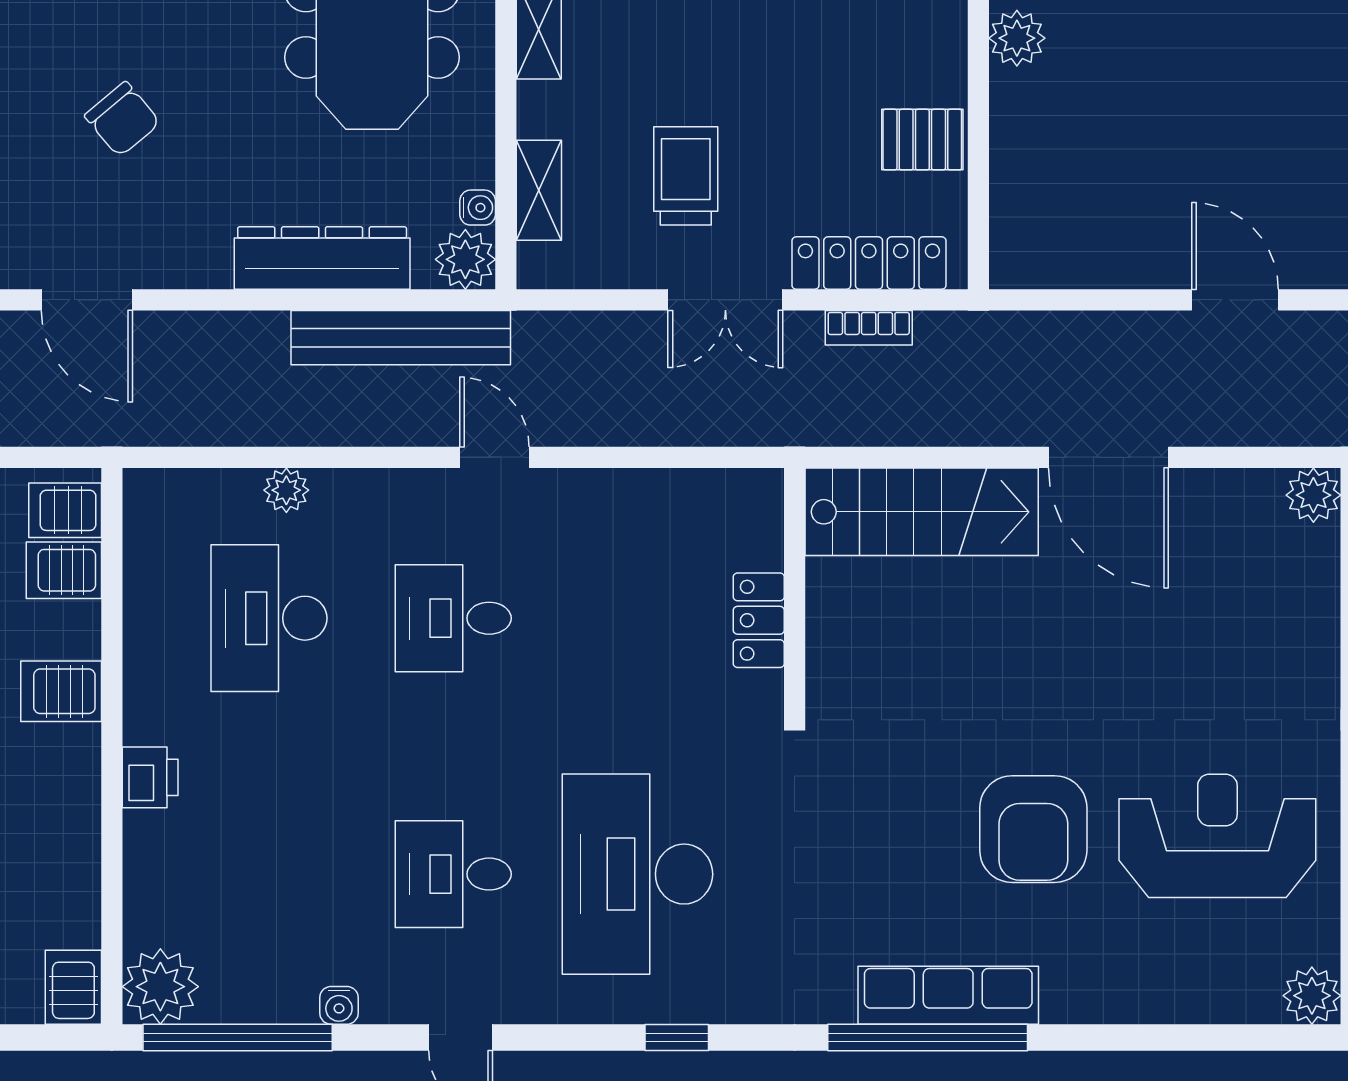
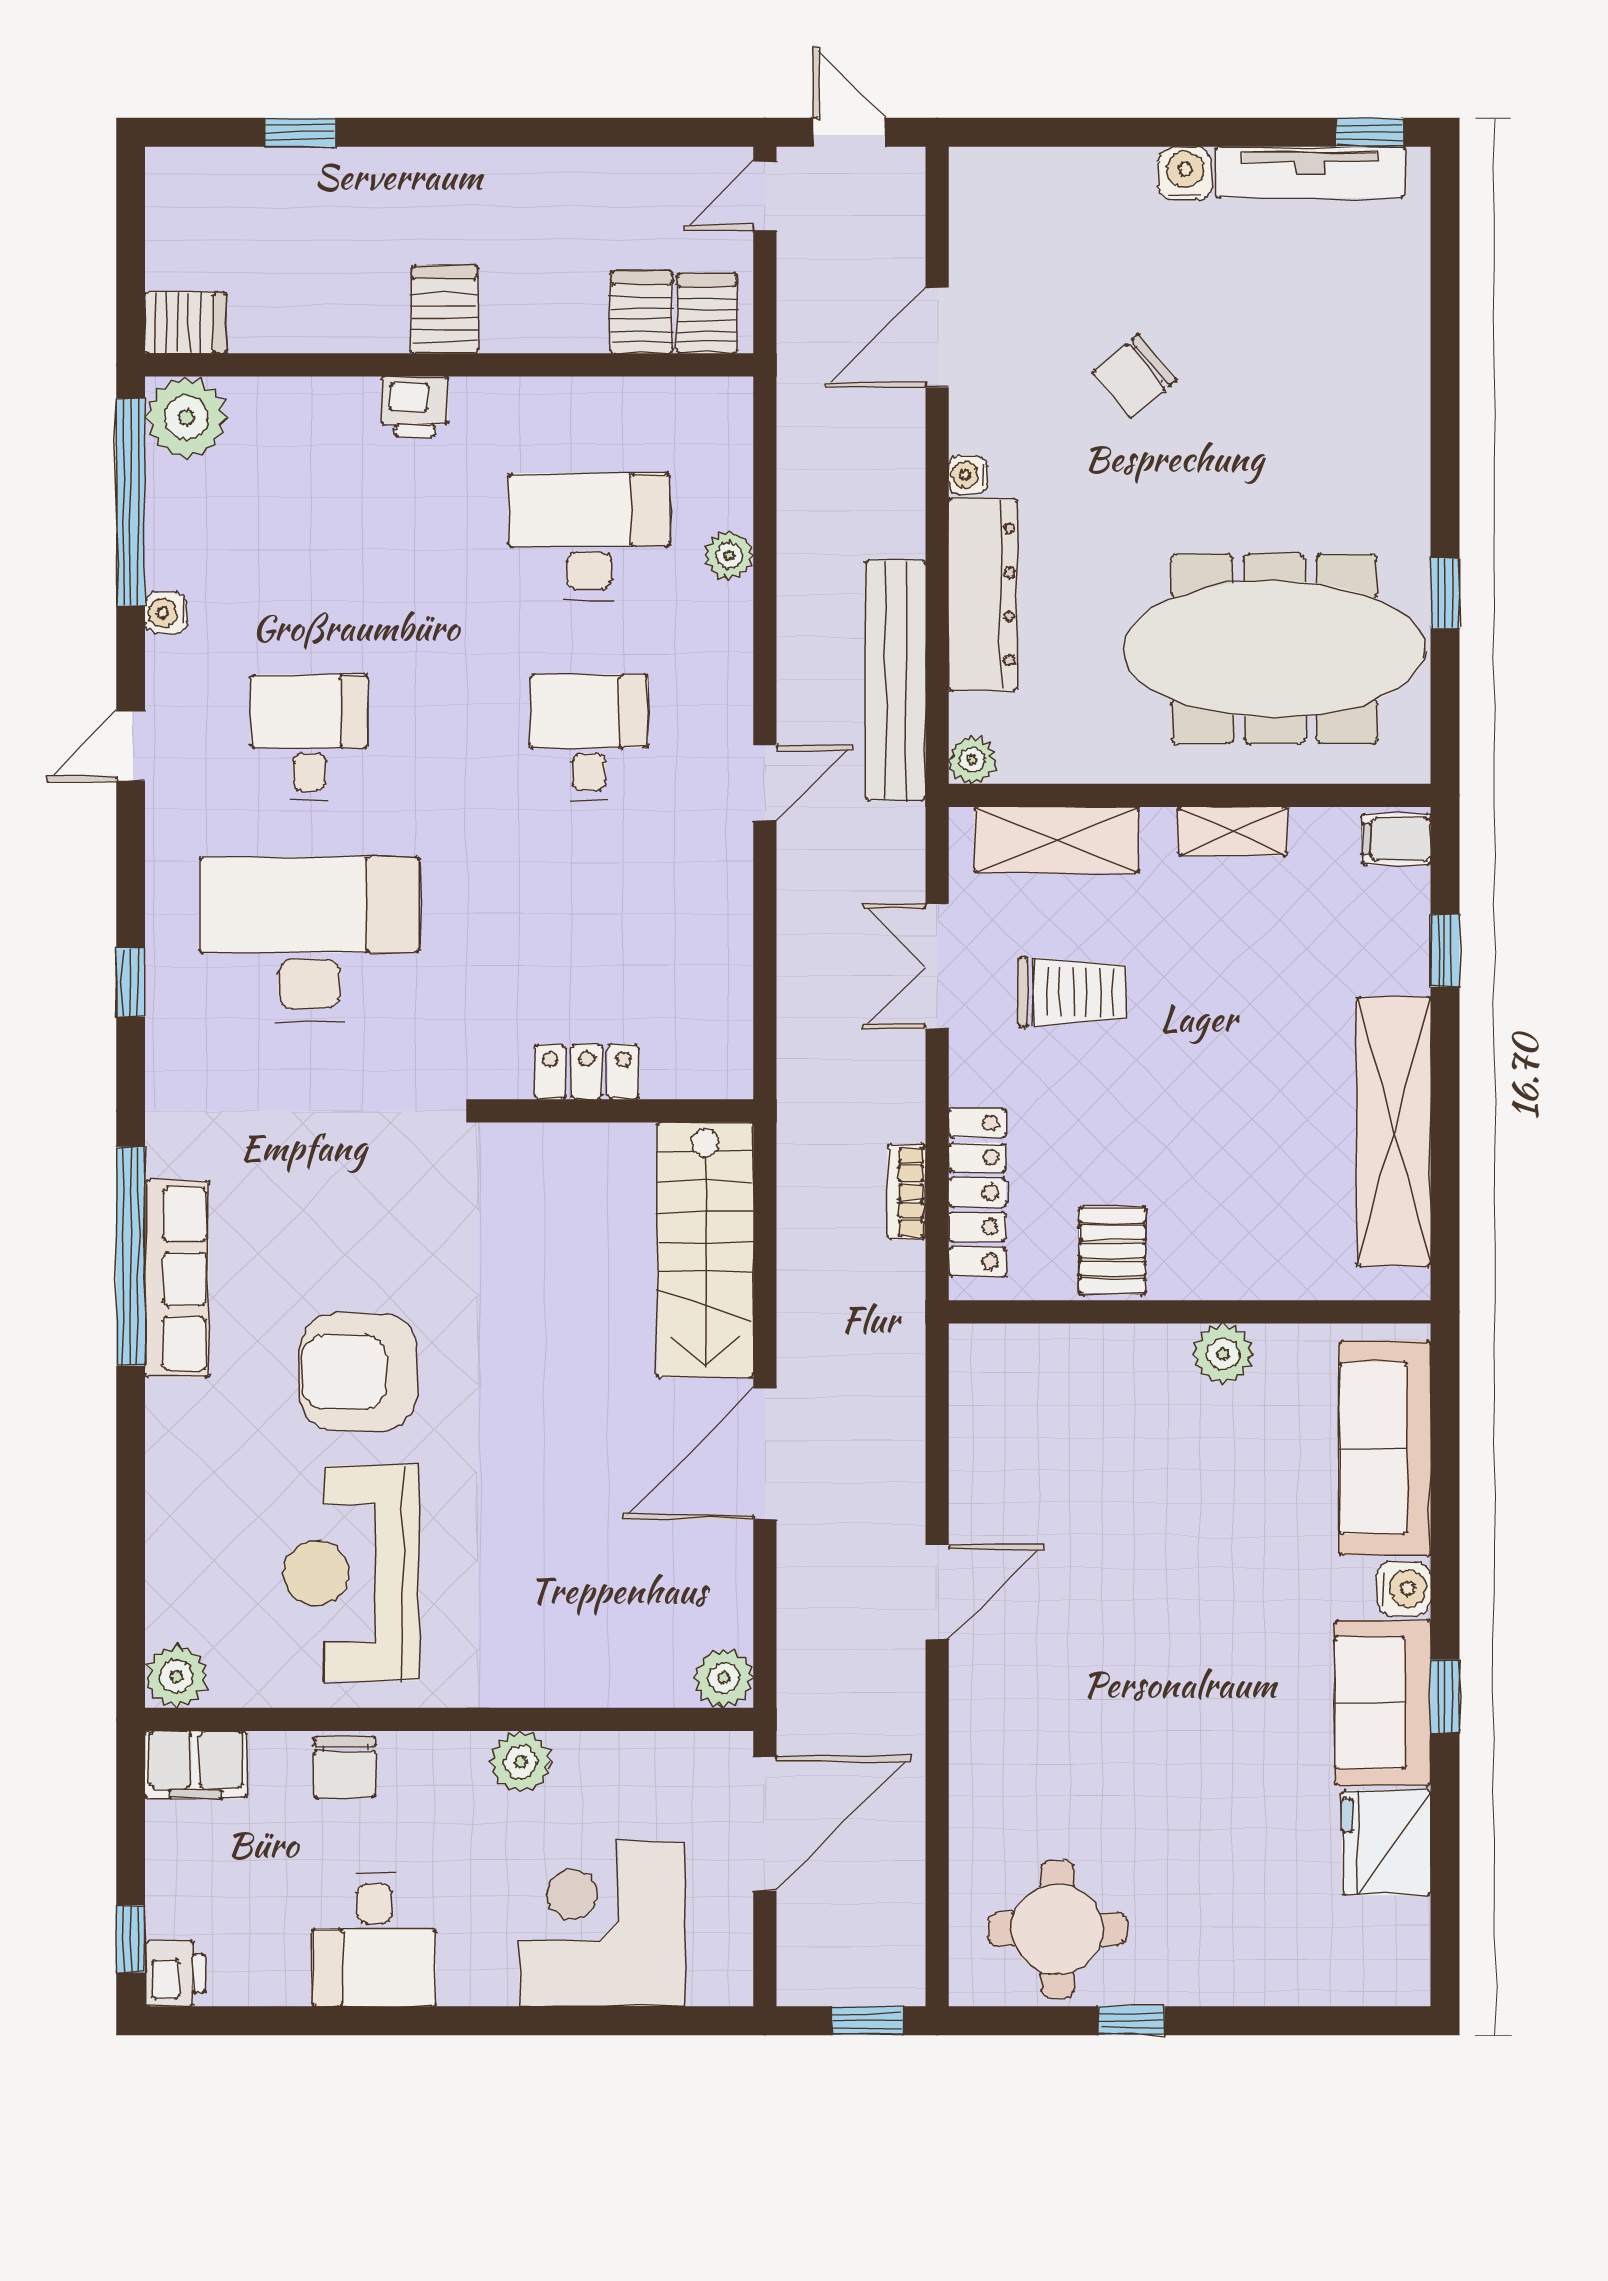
shelving: (539, 190) -> (1057, 840), width x1.50, depth x1.33
water cooler: (478, 208) -> (968, 475), moved, turned 90
plant: (465, 259) -> (972, 760), width x0.73, depth x0.73
double door: (725, 300) -> (937, 966), moved
server rack: (61, 691) -> (444, 309), moved
reception desk: (1217, 836) -> (351, 1573), turned 180

